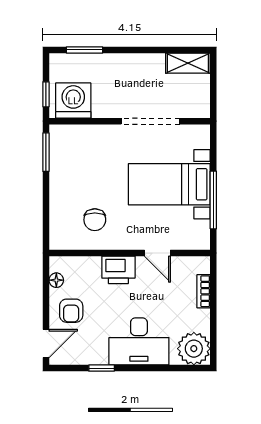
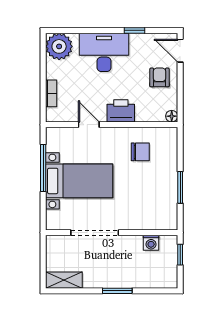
window: (84, 50) -> (117, 291), moved
washing machine: (73, 100) -> (151, 243), width x0.53, depth x0.53
window: (46, 152) -> (180, 187), moved
chair: (95, 220) -> (140, 152), turned 90
floor lamp: (56, 280) -> (172, 116), moved
door: (46, 343) -> (180, 51), hinge flipped

